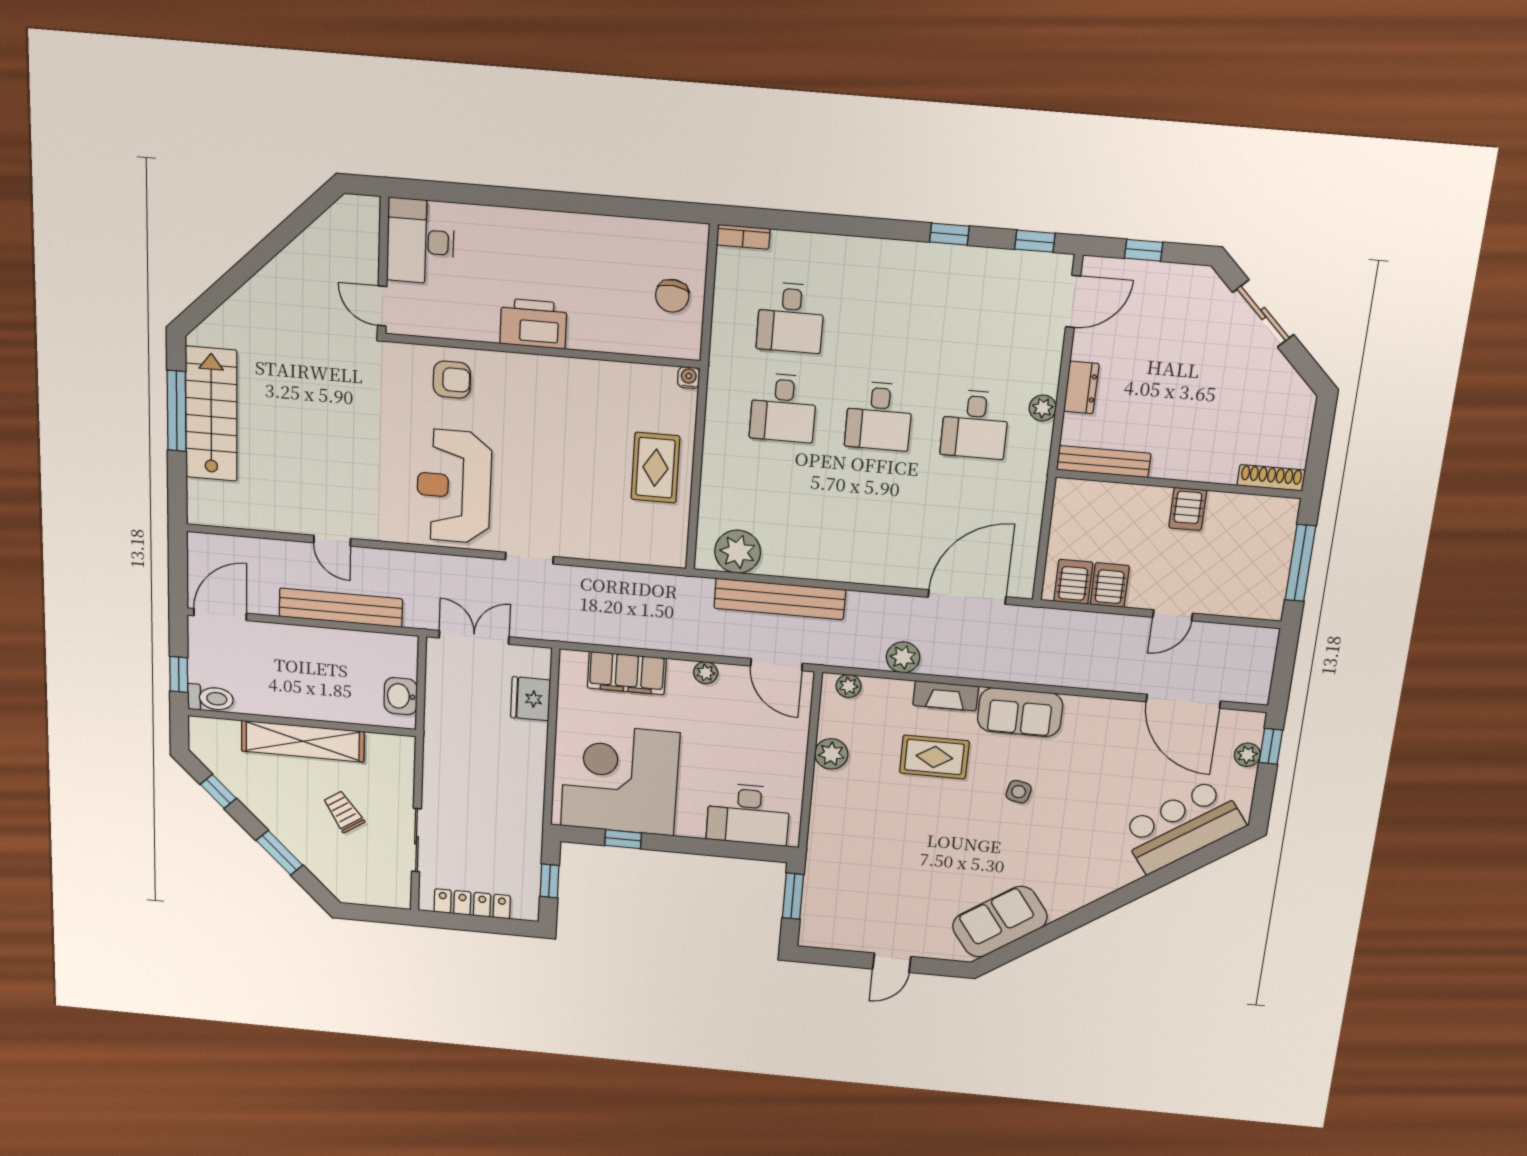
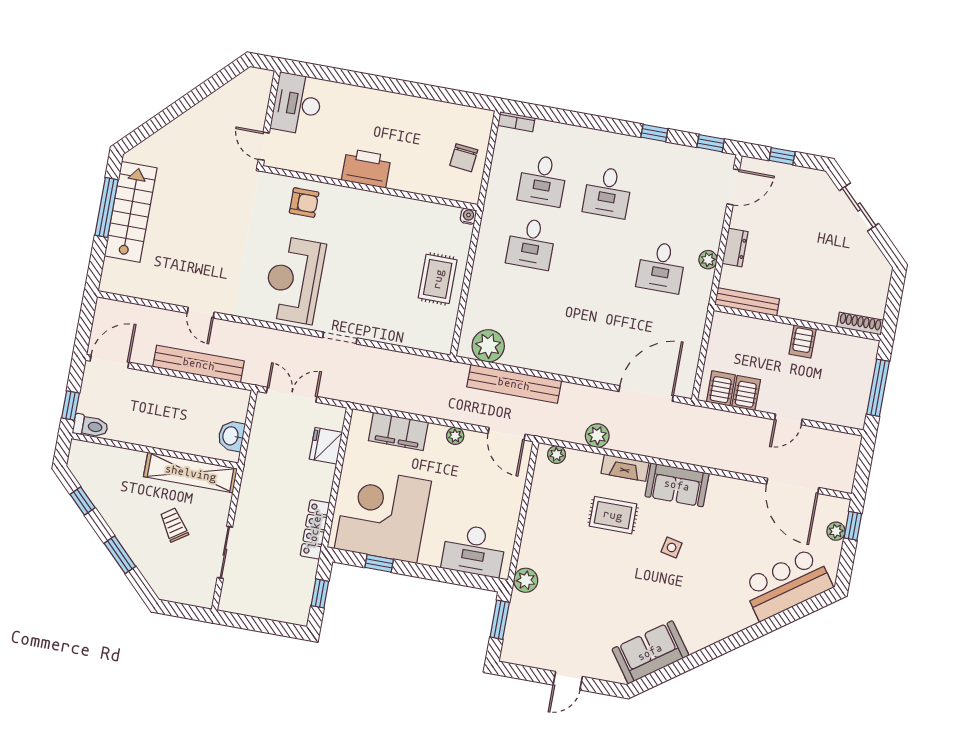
desk: (879, 416) -> (608, 192), moved
shelving: (303, 741) -> (191, 473), moved
plant: (831, 754) -> (526, 580), moved
locker: (472, 904) -> (315, 529), moved, turned -90

